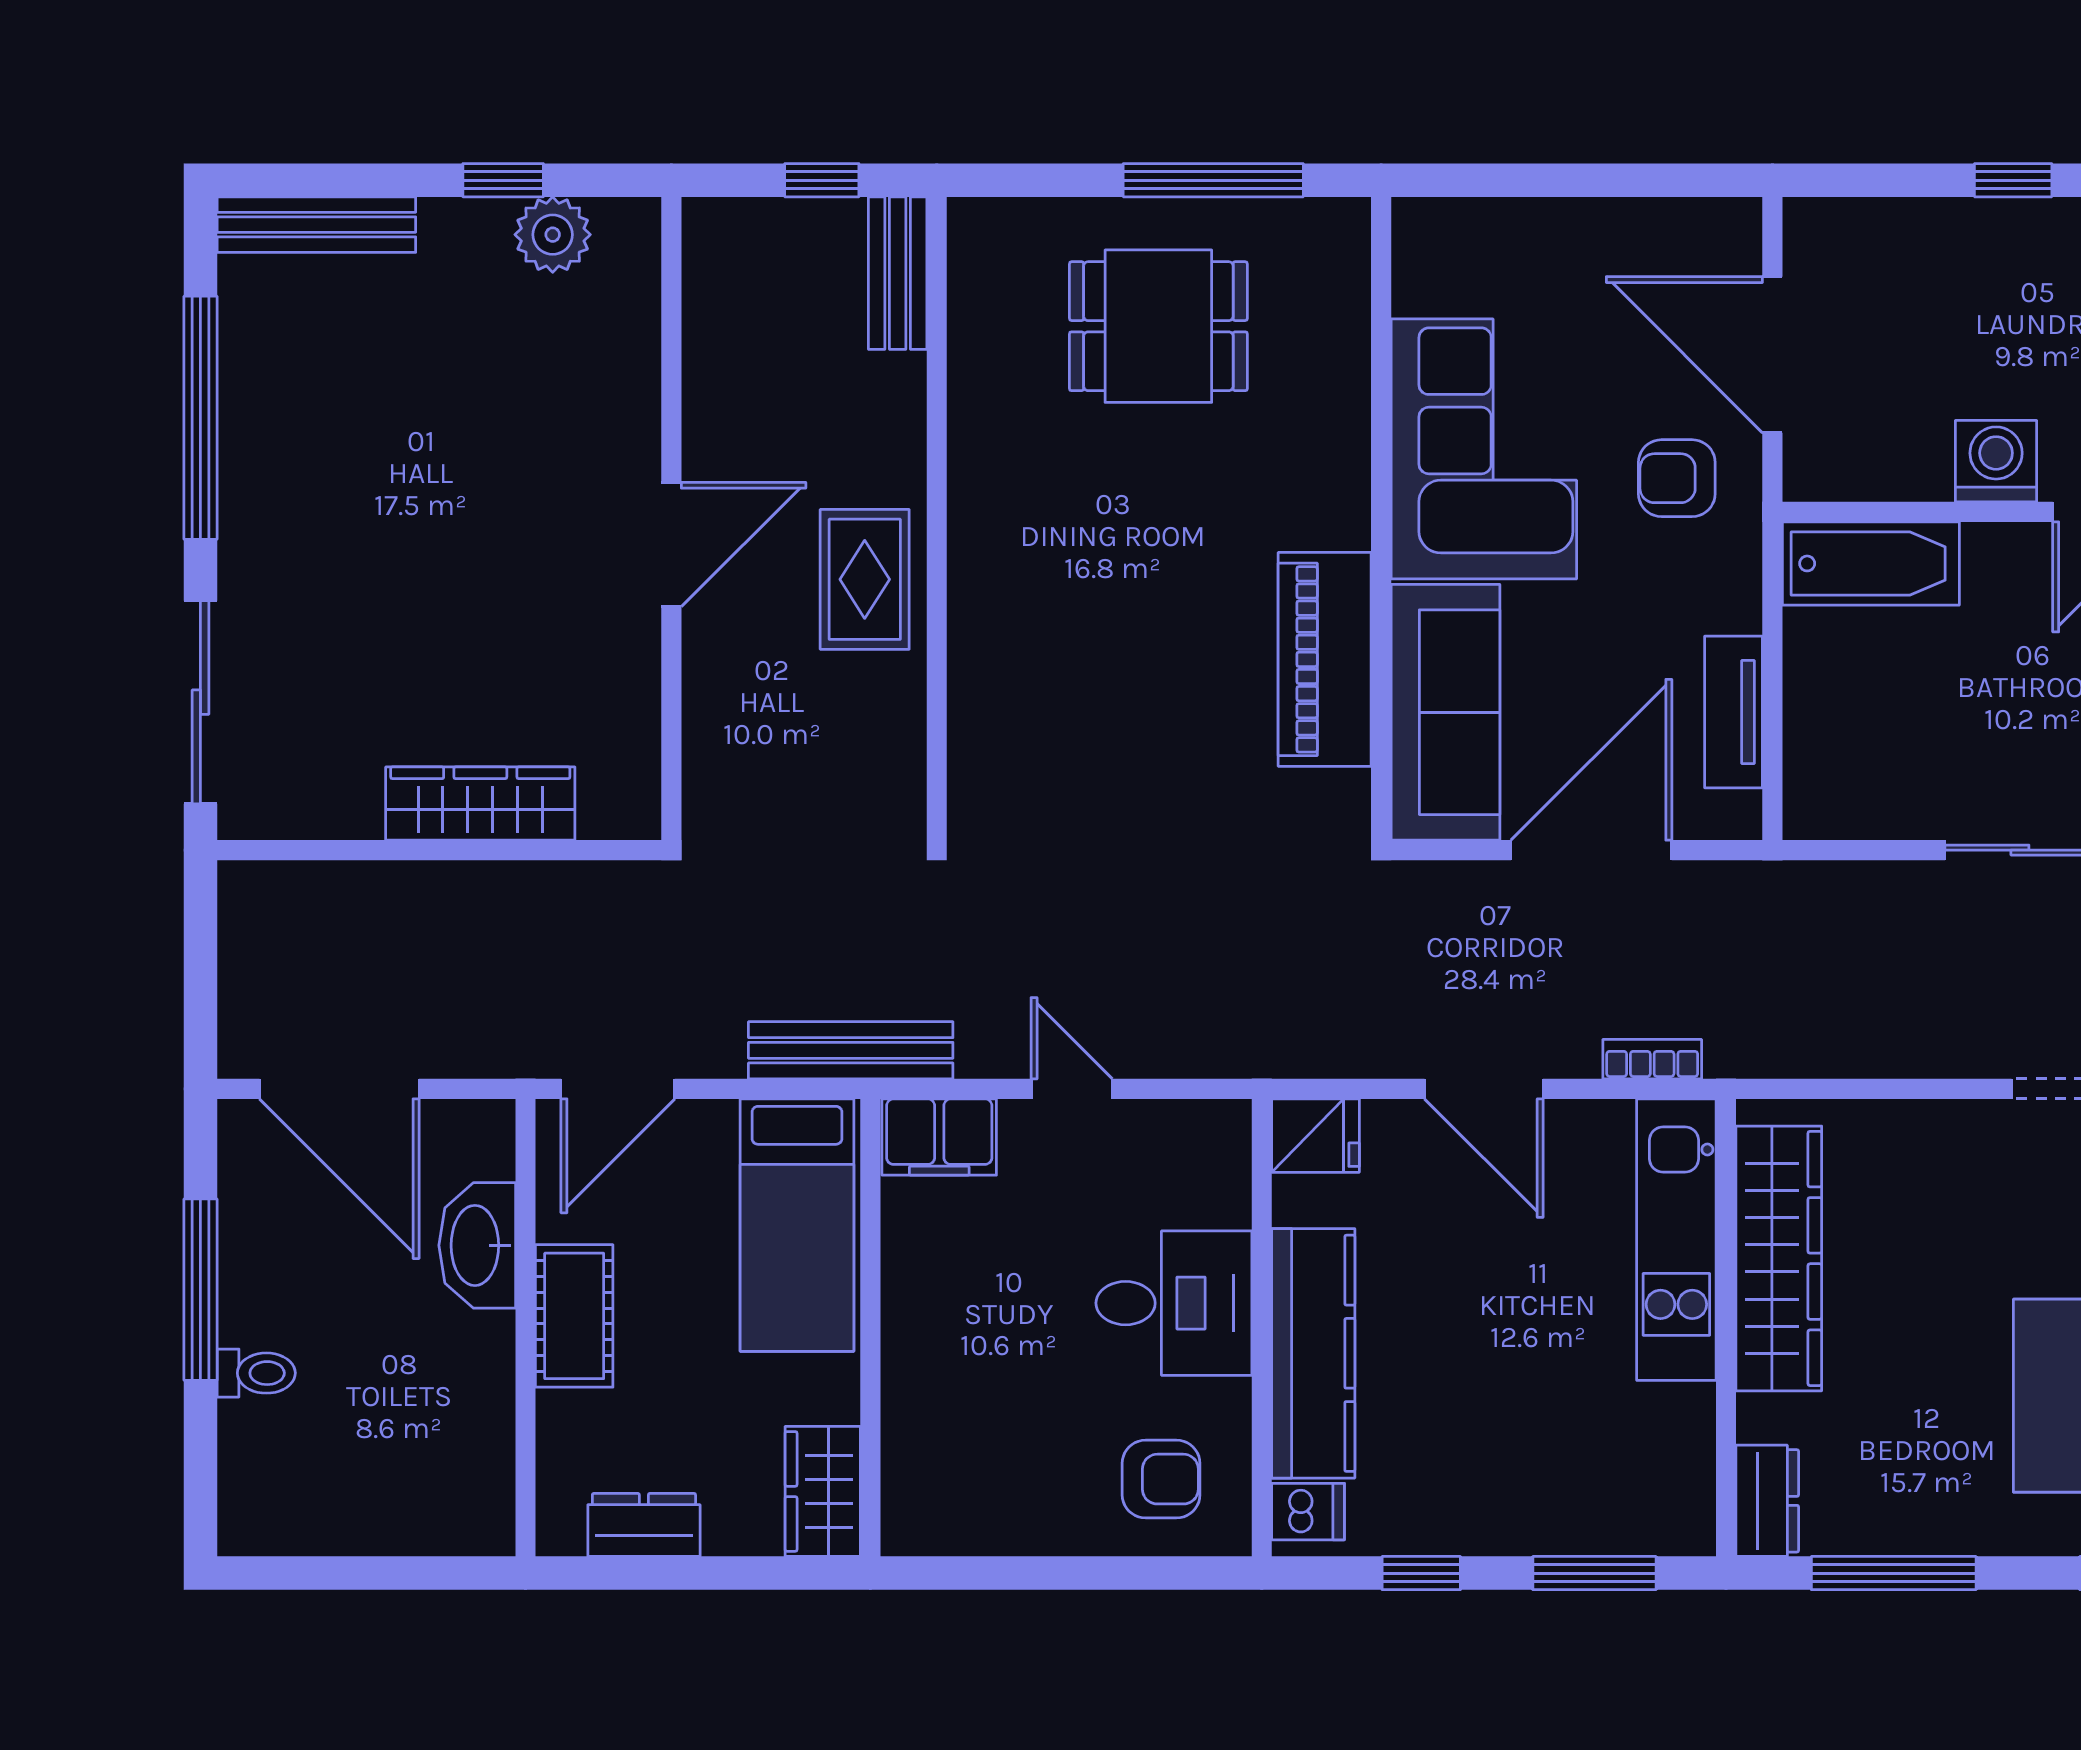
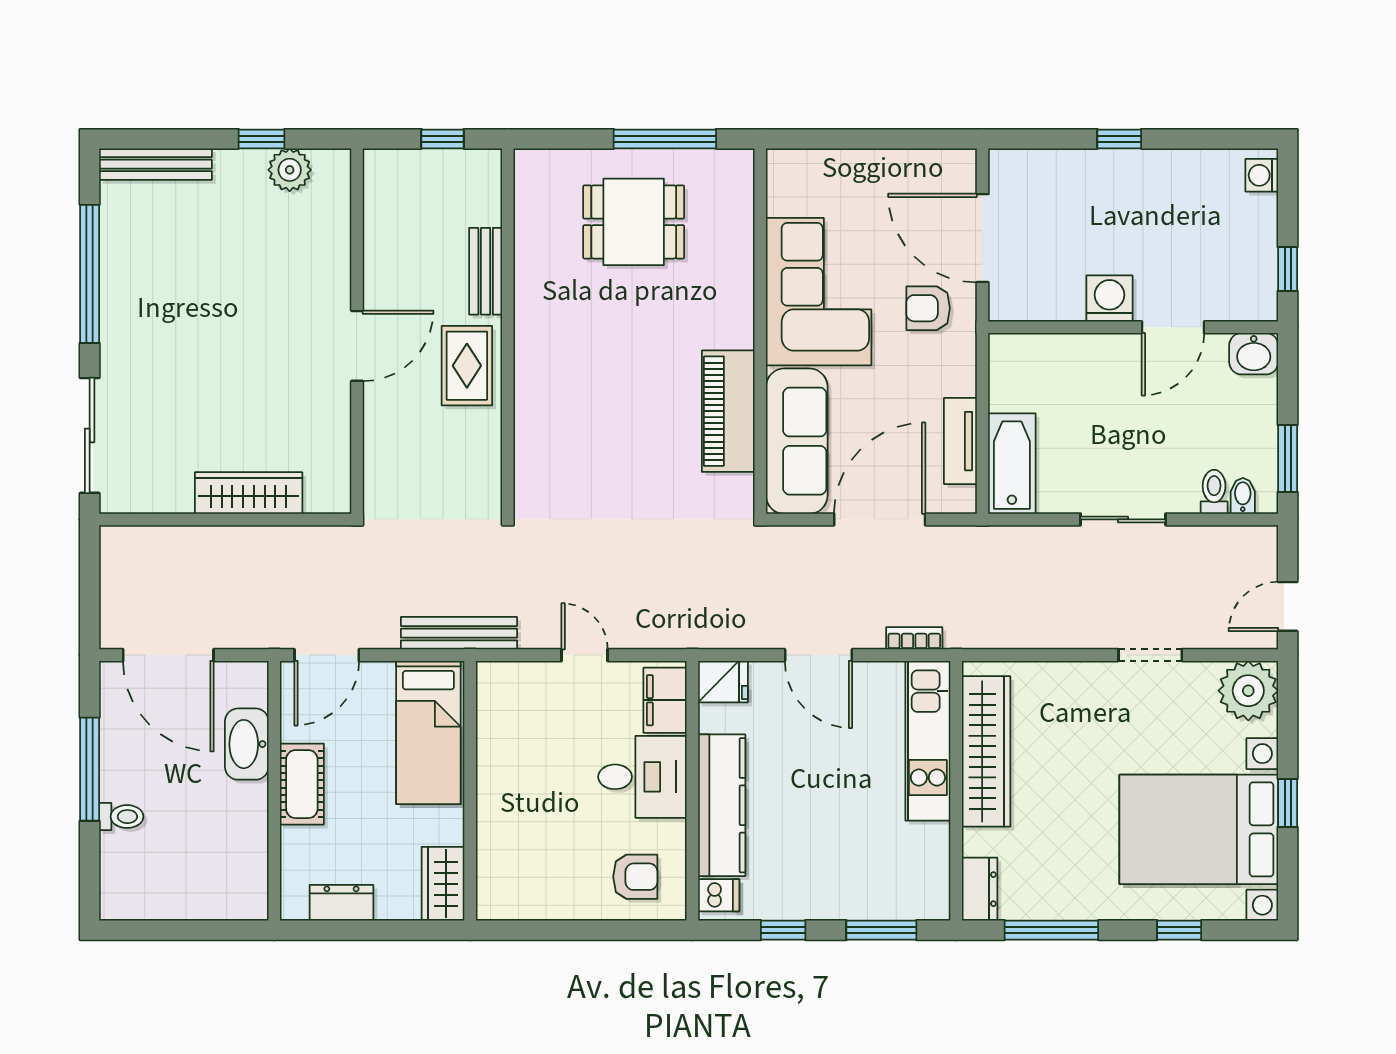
bench: (898, 273) -> (486, 271), moved
bathtub: (1871, 563) -> (1012, 464), moved, turned -90
filing cabinet: (939, 1137) -> (665, 700), moved, turned 90

